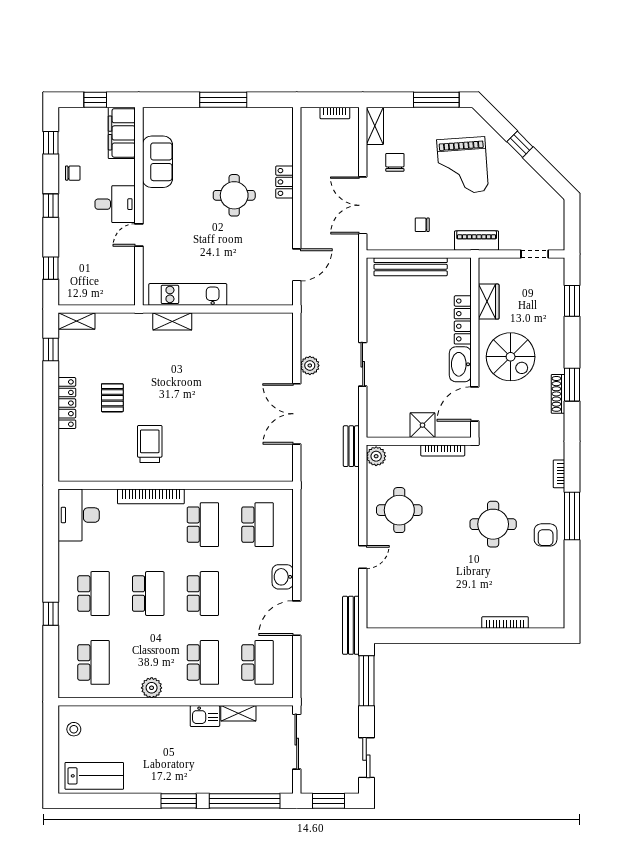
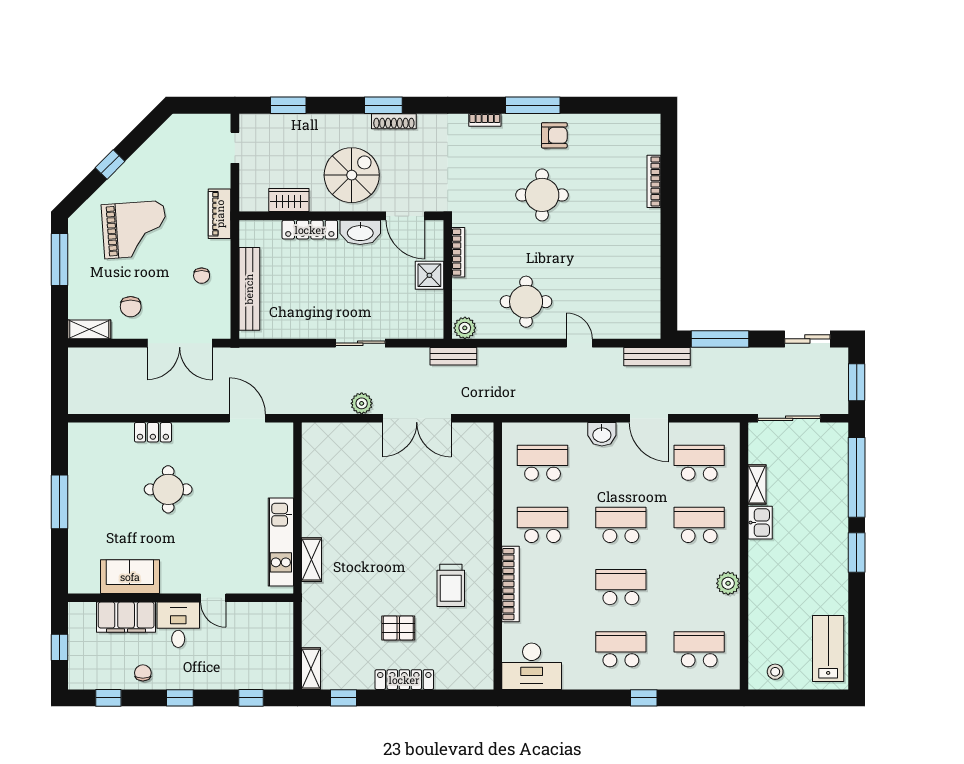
bookcase: (335, 113) -> (75, 375), removed
filing cabinet: (122, 133) -> (126, 617), moved
chair: (395, 162) -> (131, 307), turned -90
trolley: (150, 444) -> (451, 585), turned -90

